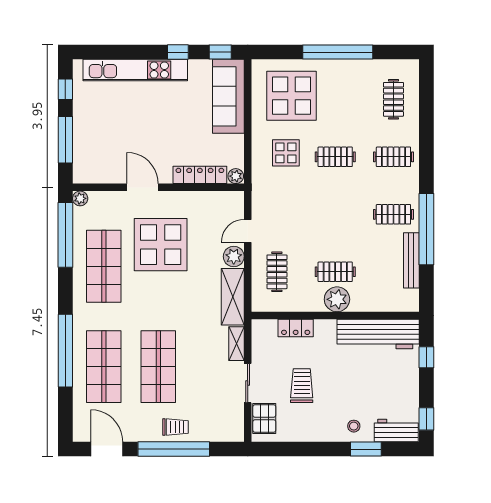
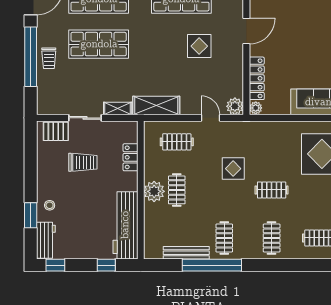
display table: (286, 153) -> (233, 169), moved
clothes rail: (335, 157) -> (272, 190), turned 90
display table: (161, 245) -> (199, 46), width x0.54, depth x0.54
plant: (234, 256) -> (235, 106), moved

